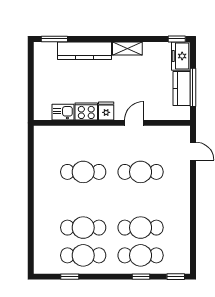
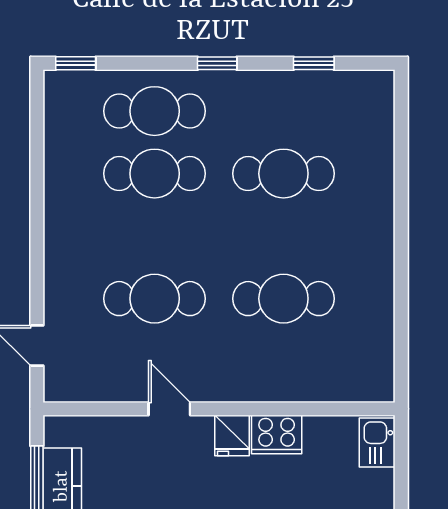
kitchen sink: (63, 112) -> (377, 443), moved, turned 90
door: (134, 123) -> (169, 409), swing flipped
cafe table: (83, 255) -> (283, 111), removed
window: (141, 277) -> (217, 63), moved

